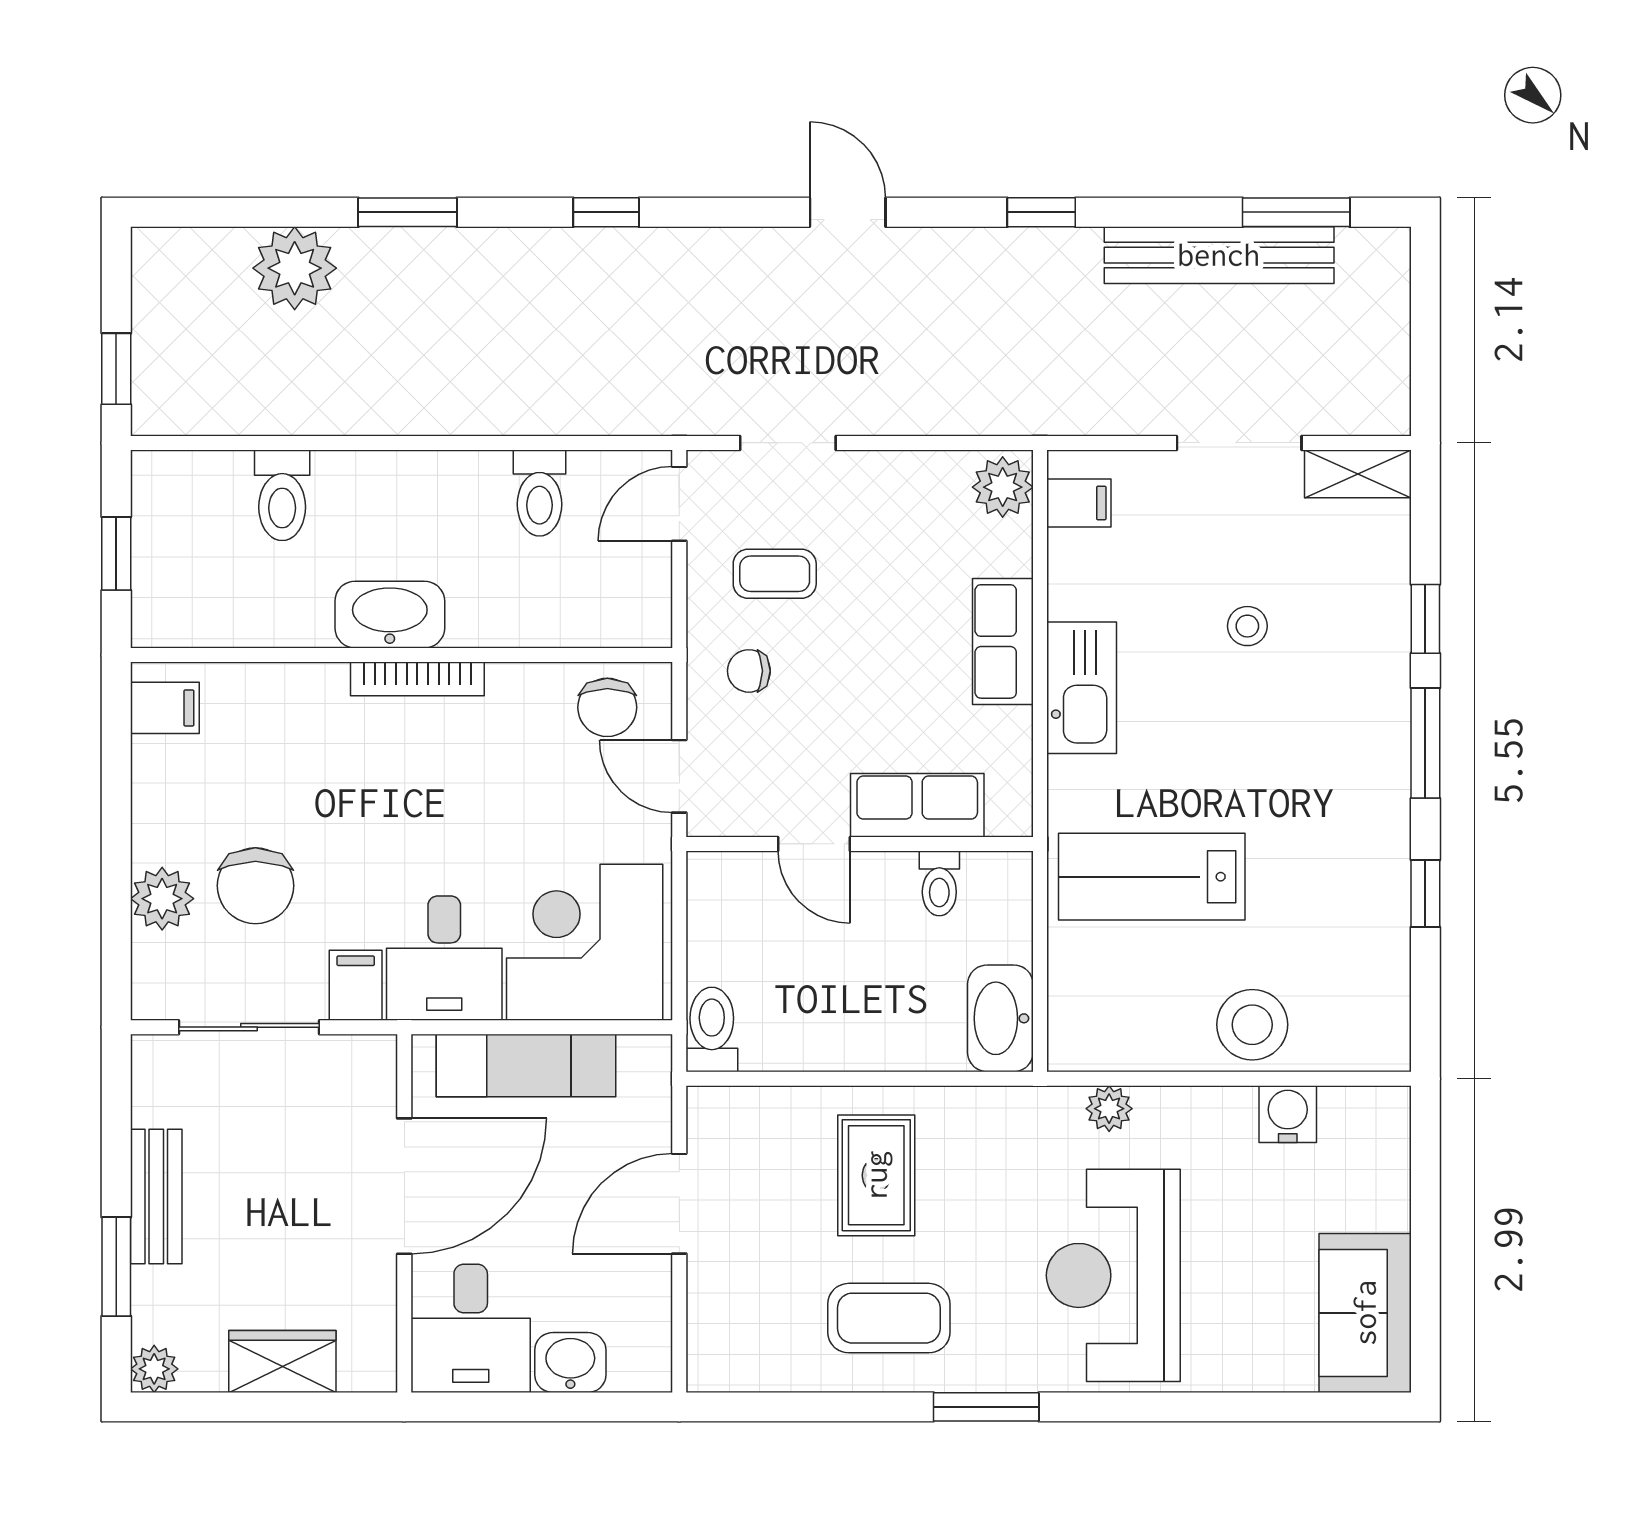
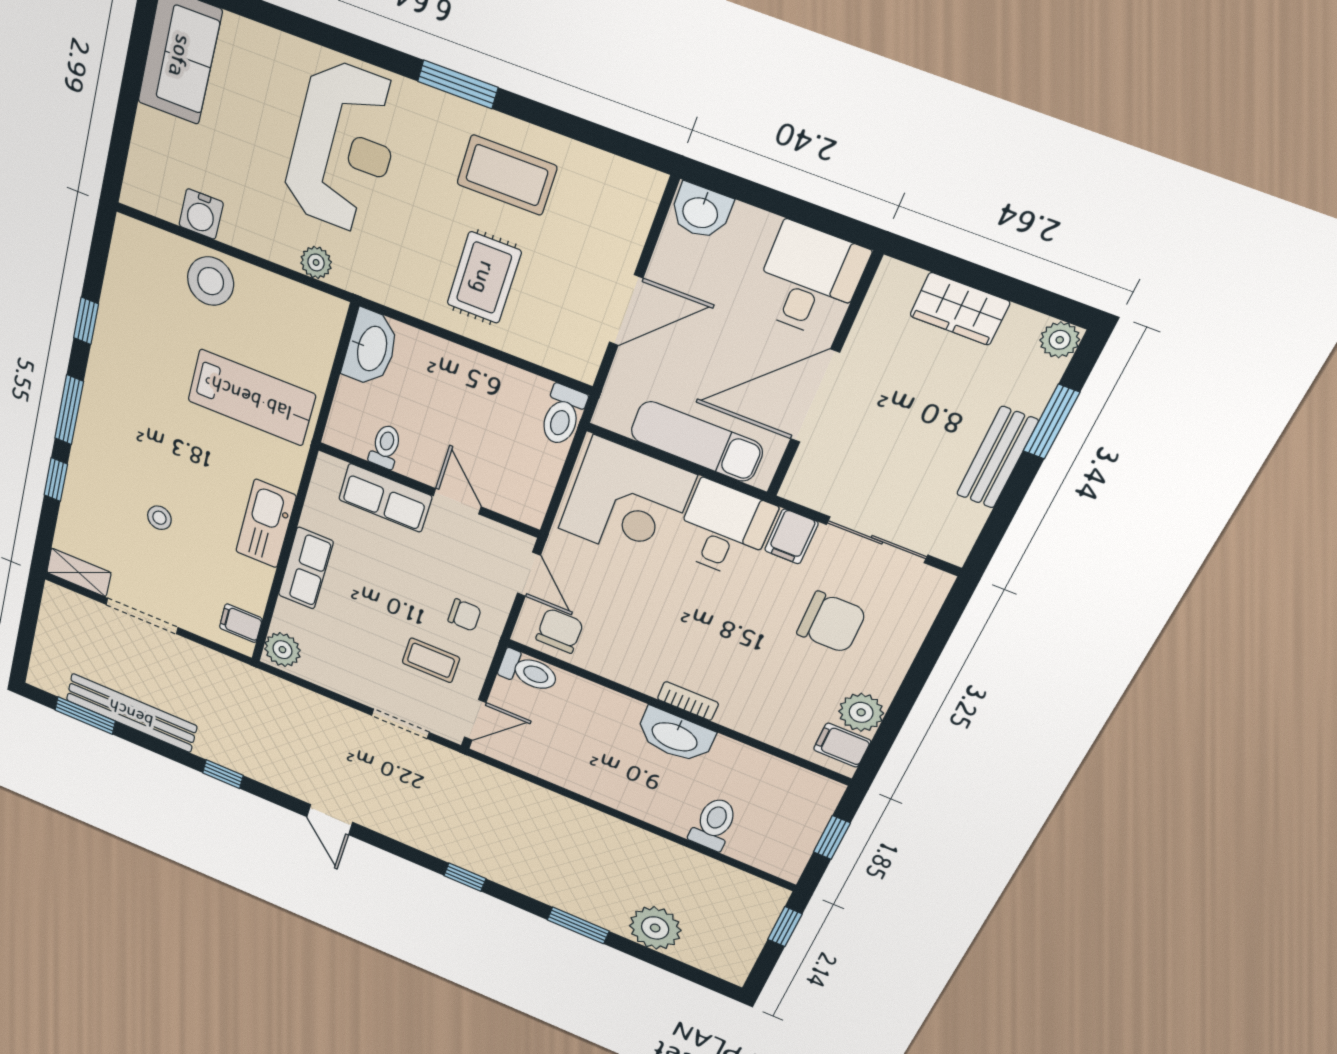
toilet: (539, 493) -> (528, 671), moved, turned 90
bookcase: (417, 679) -> (688, 701), width x0.64
chair: (255, 886) -> (831, 622), turned 90
plant: (162, 899) -> (861, 712), moved
washbasin: (570, 1362) -> (701, 211), moved

